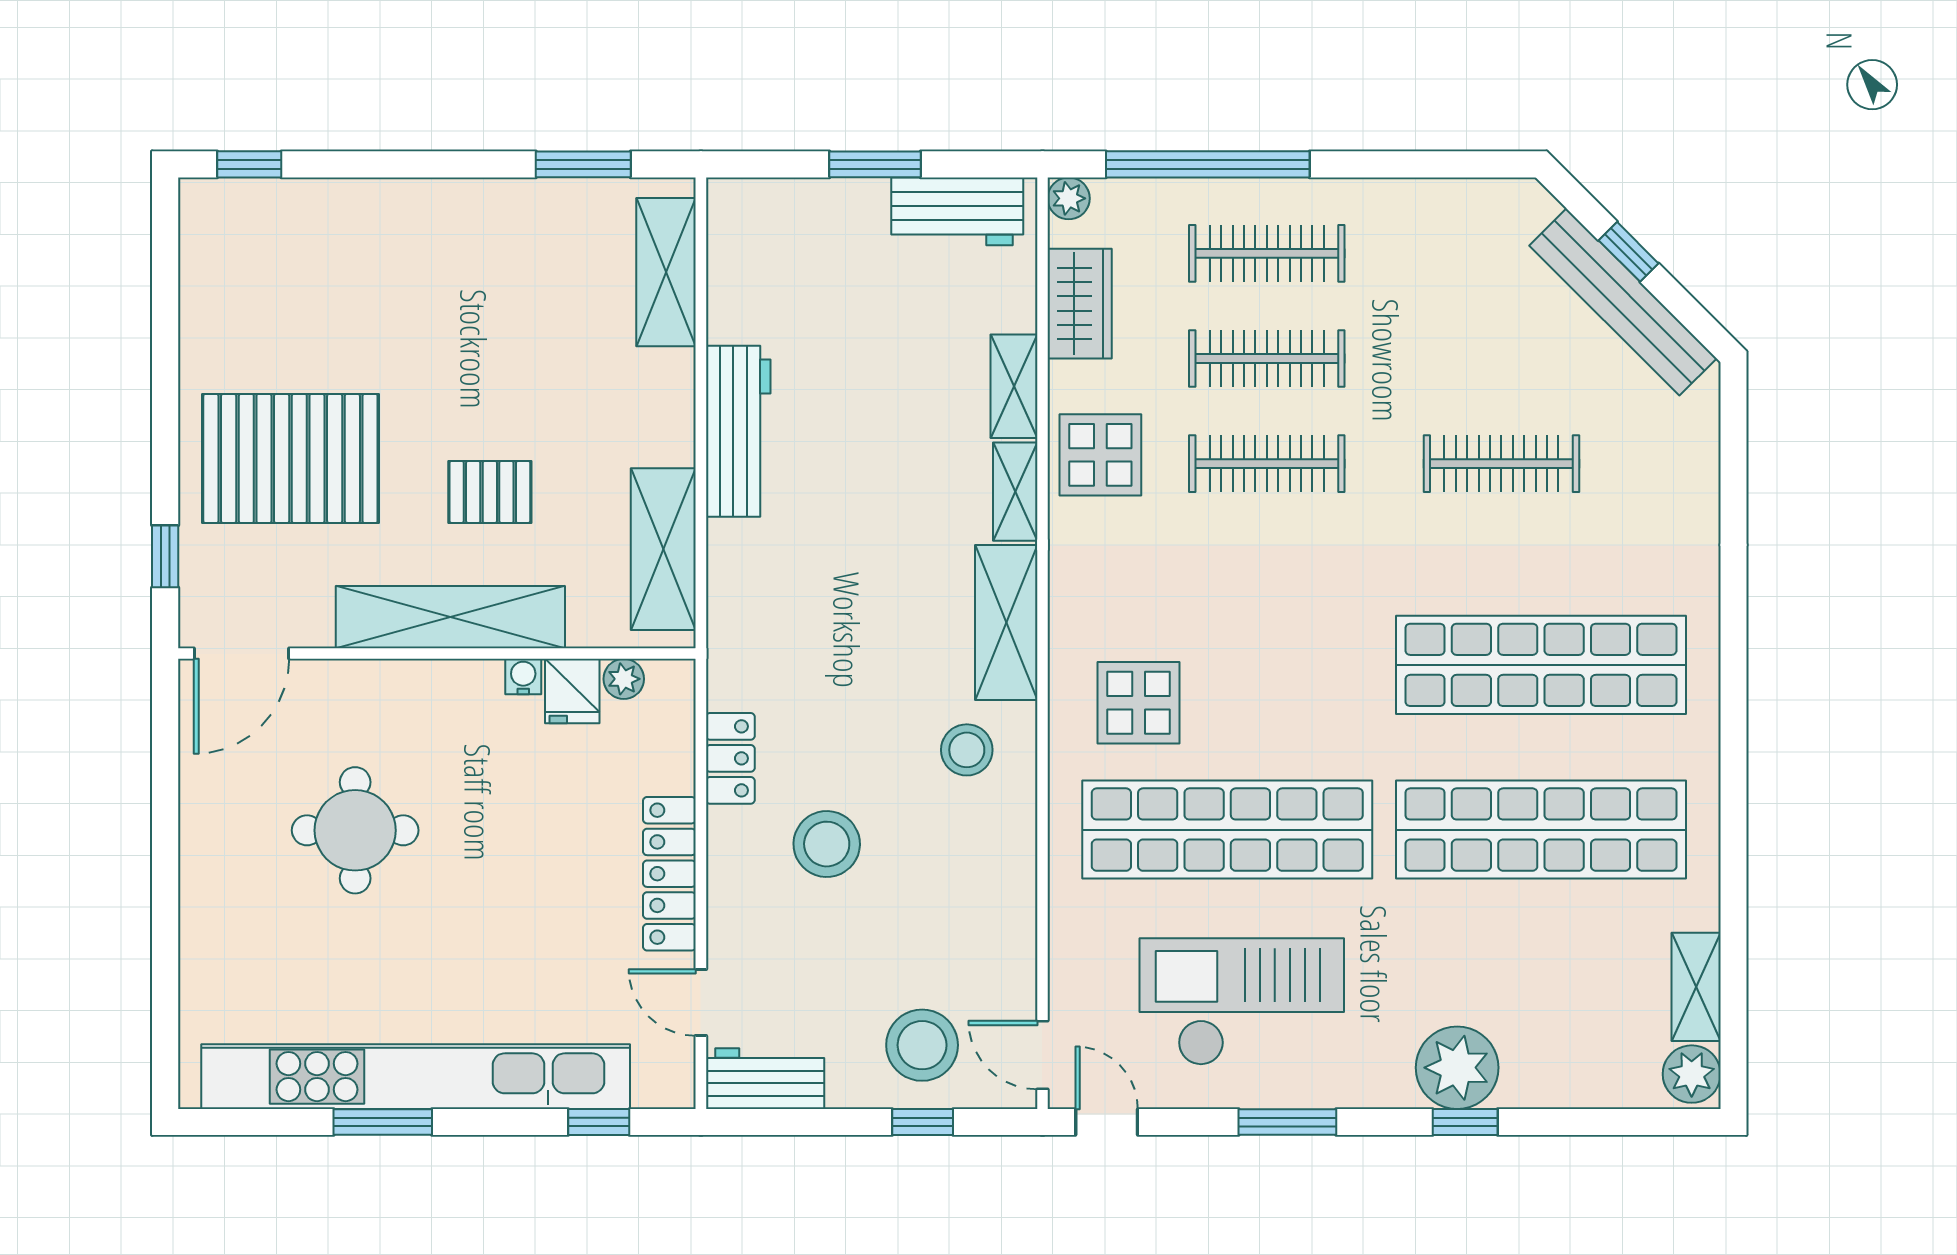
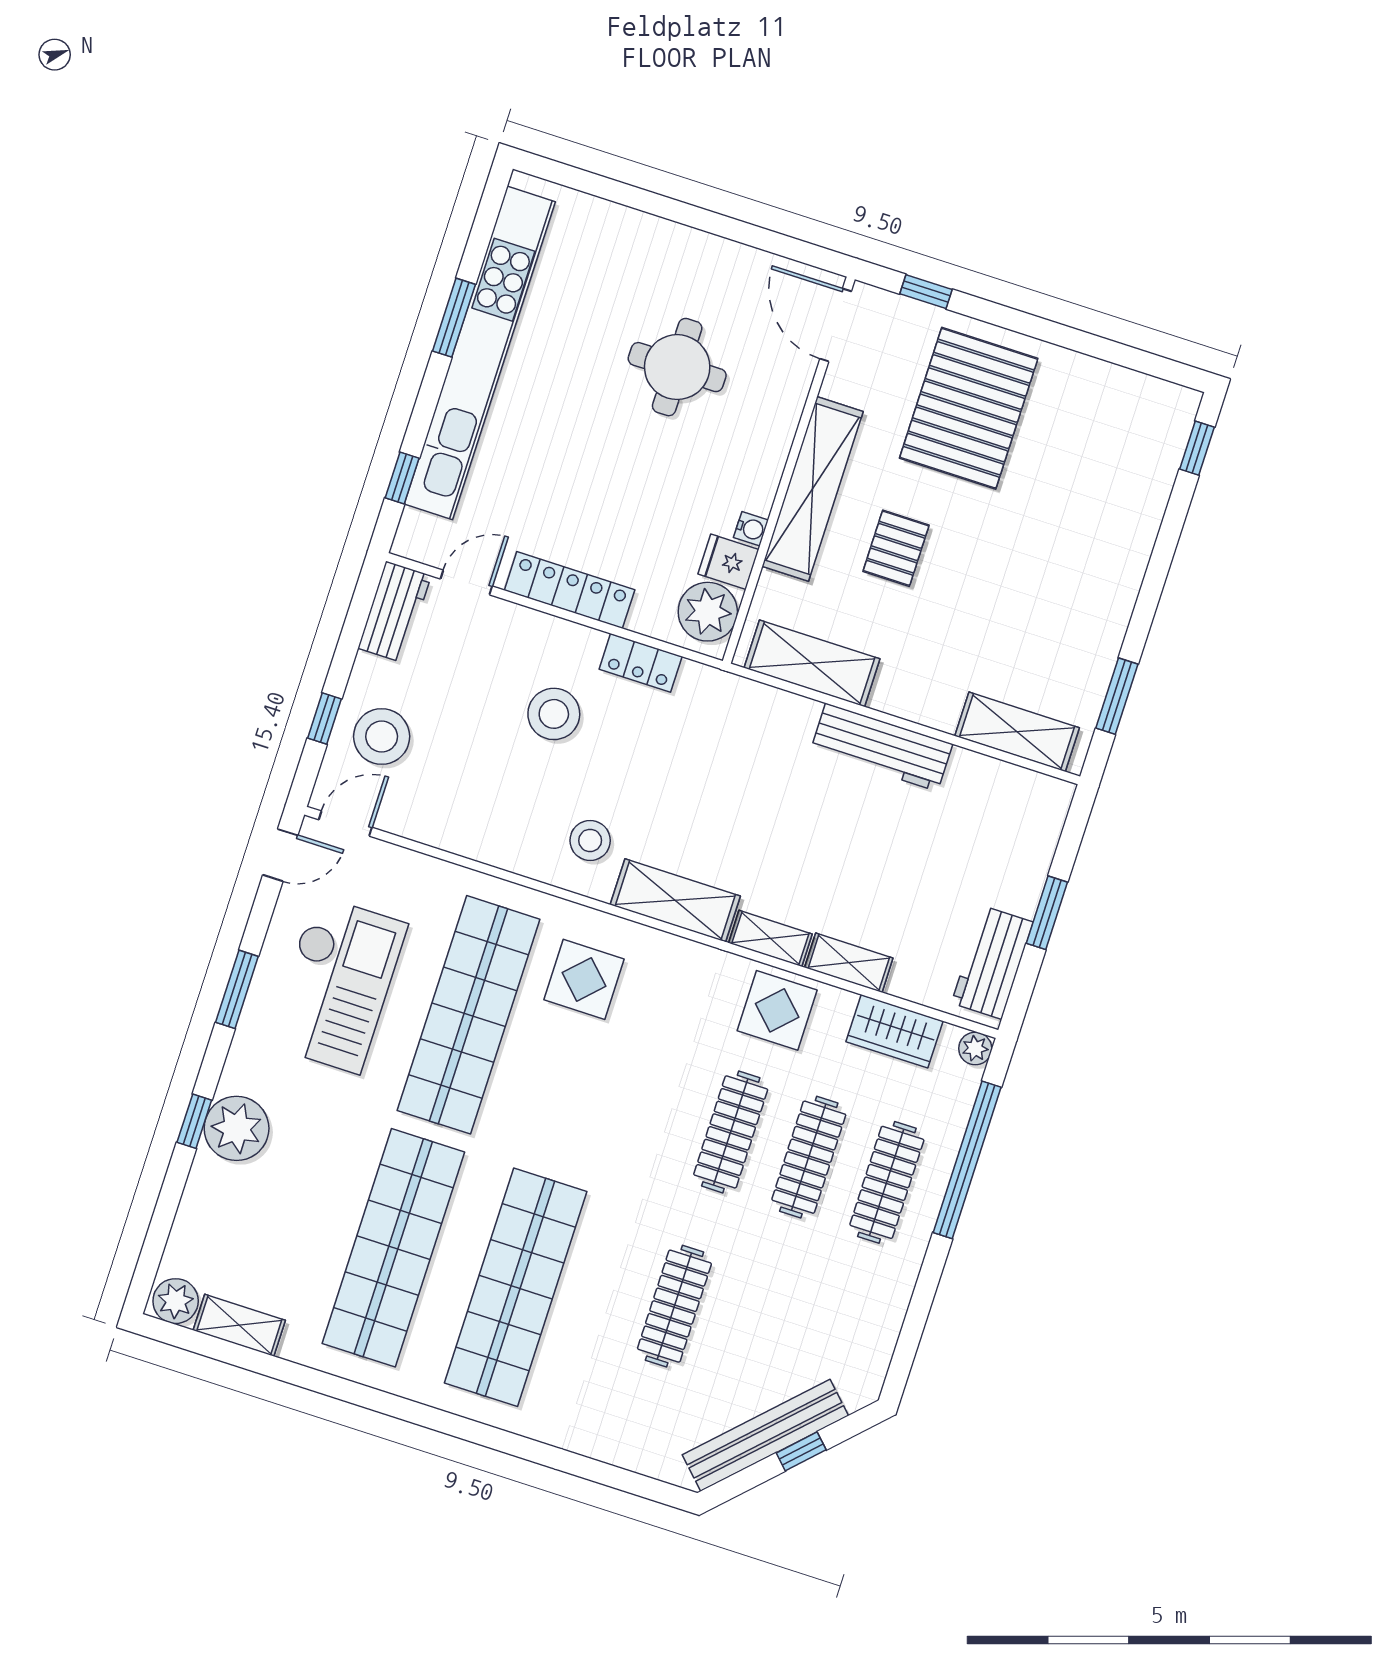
plant: (624, 679) -> (708, 612), width x1.88, depth x1.88

